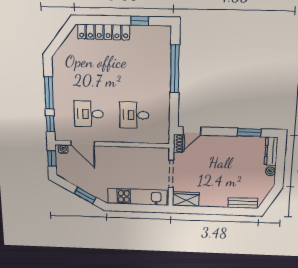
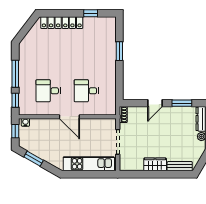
window: (175, 69) -> (119, 51), width x0.47
door: (192, 131) -> (155, 103), moved
door: (83, 143) -> (69, 117), moved
window: (85, 195) -> (34, 159), moved
wardrobe: (186, 199) -> (155, 164), moved

